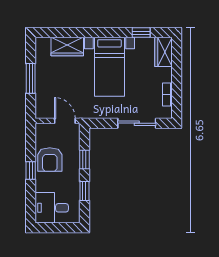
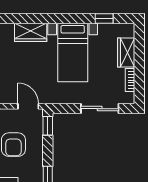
wardrobe: (163, 52) -> (126, 53), moved
window: (84, 160) -> (48, 126), moved

